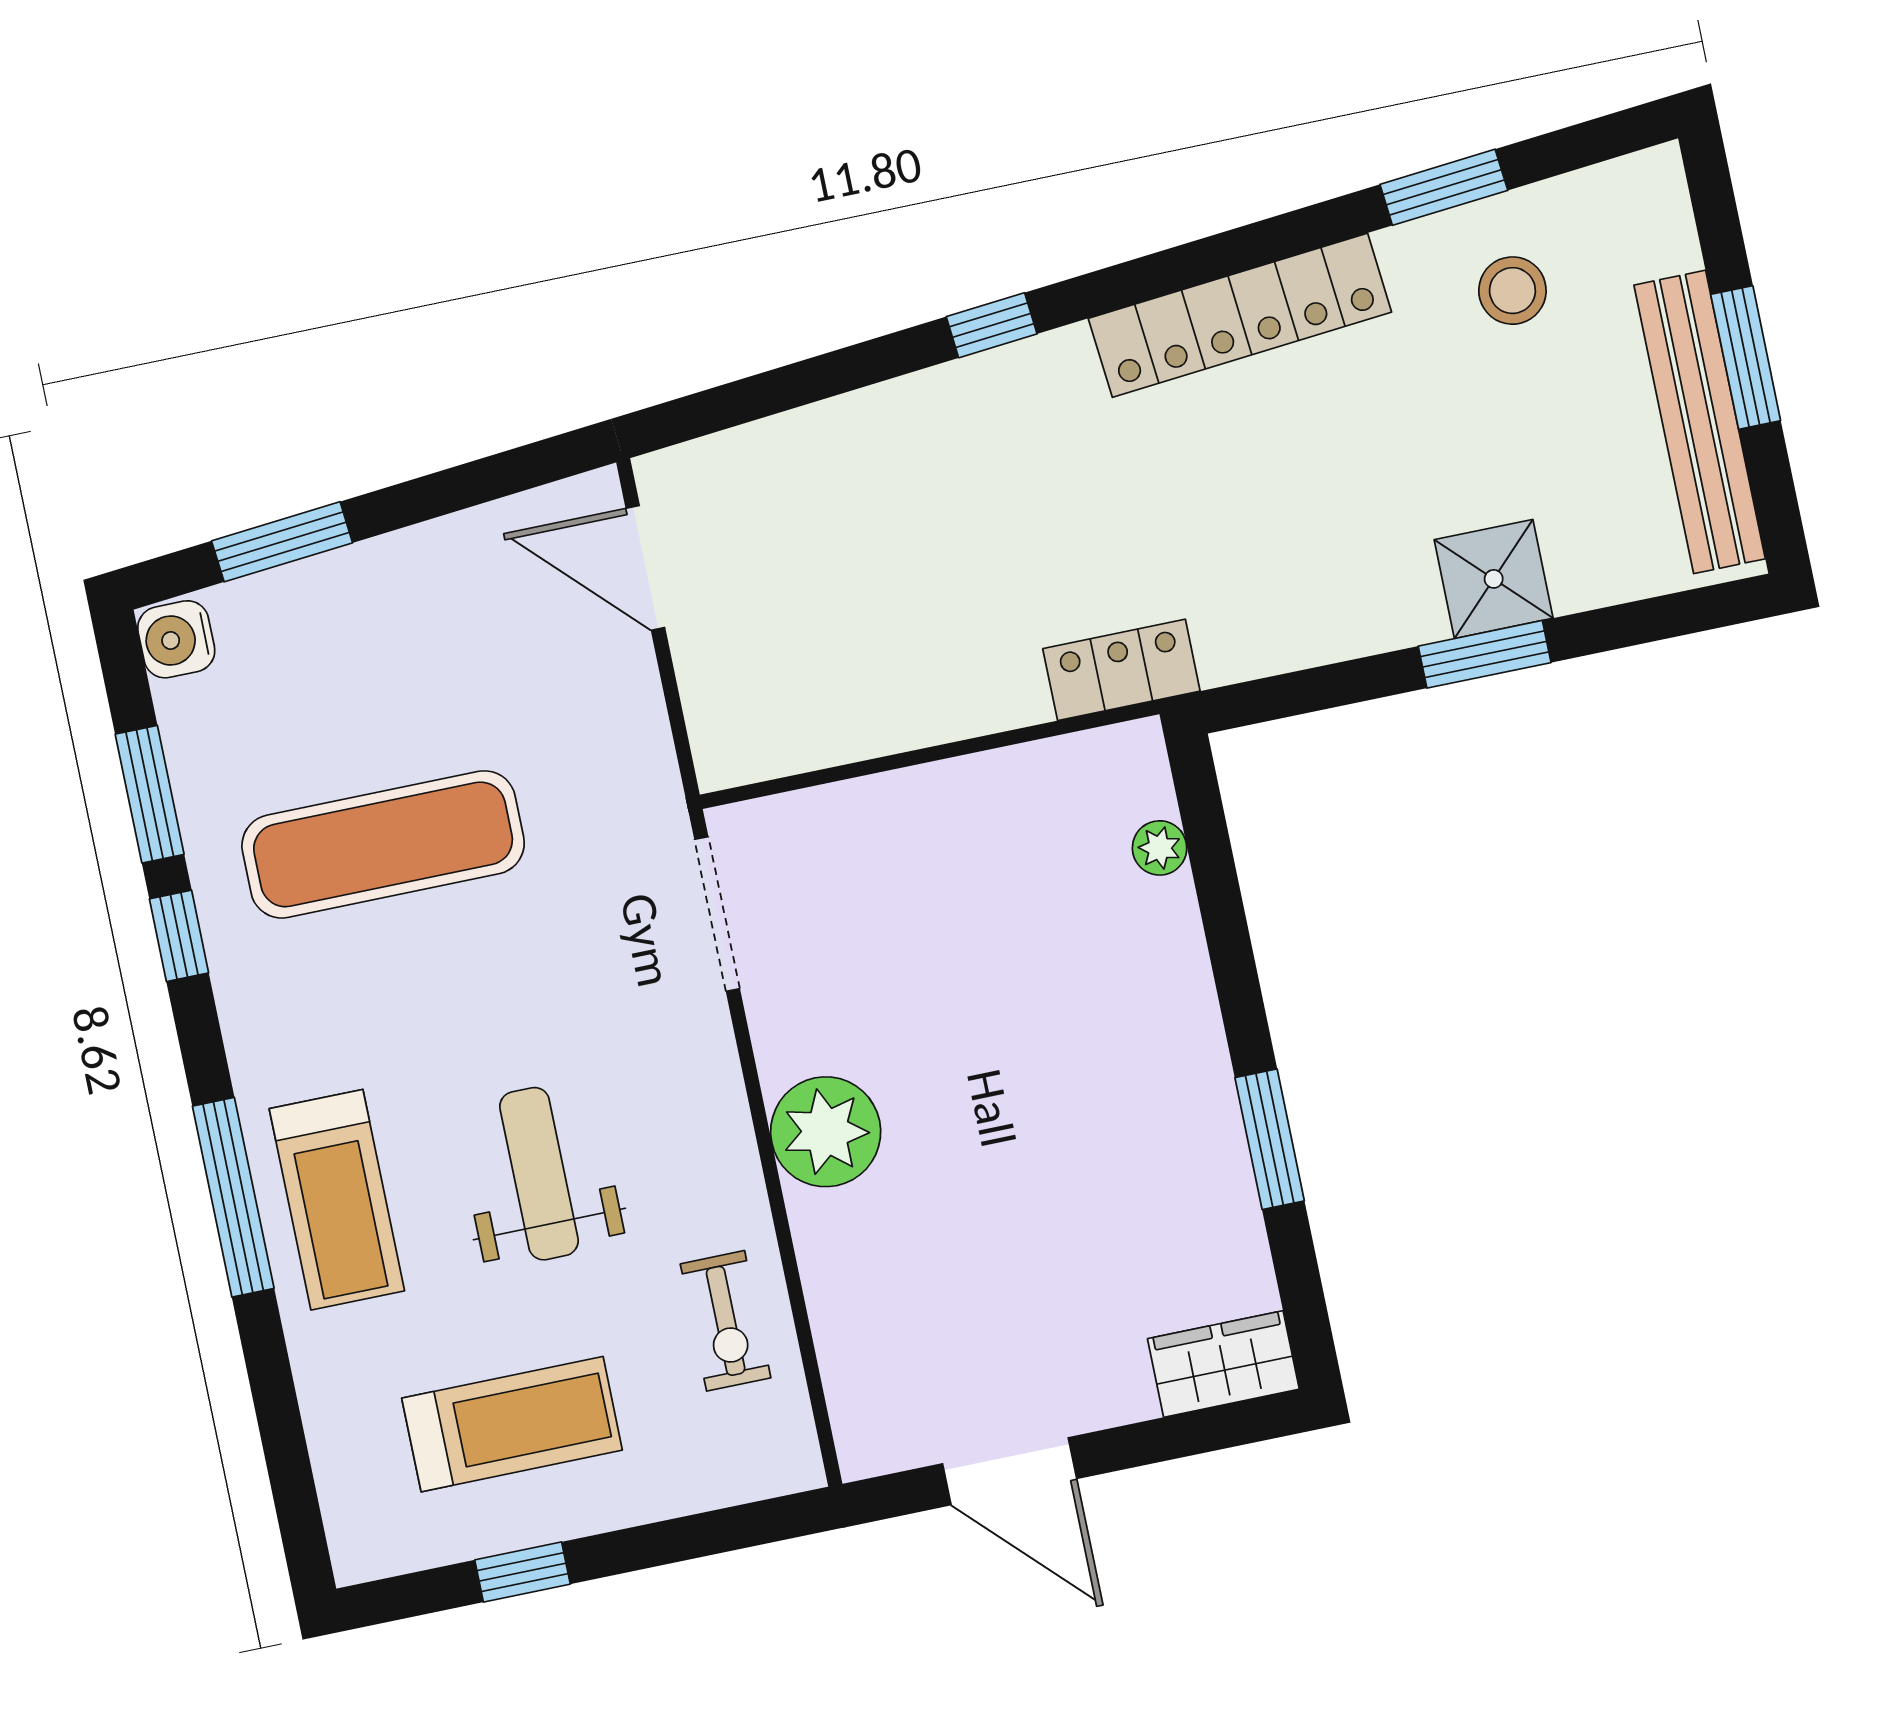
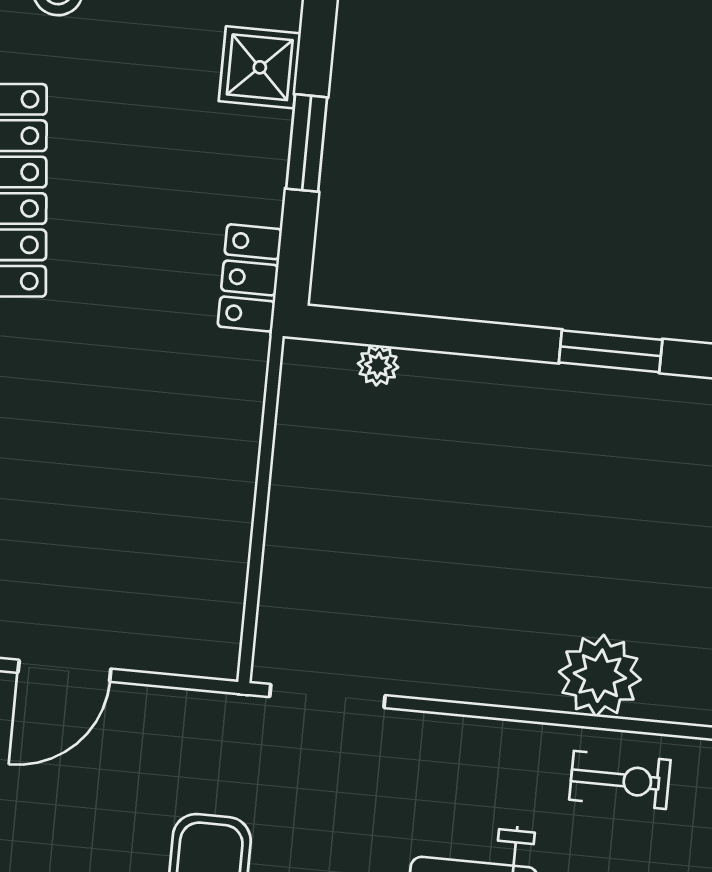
window: (1485, 654) -> (307, 143), moved
locker: (1121, 670) -> (250, 278), moved
plant: (826, 1132) -> (600, 676), moved

